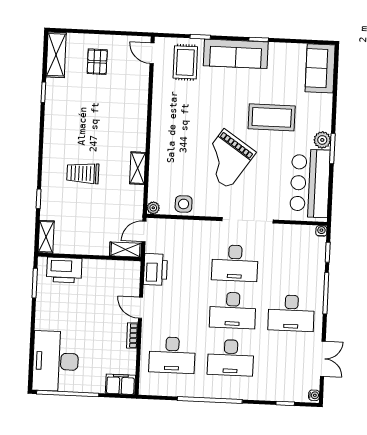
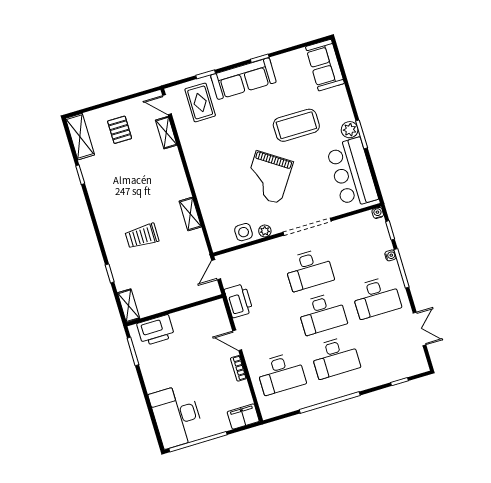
plant: (153, 208) -> (265, 231), moved
shelving: (126, 250) -> (166, 133), moved, turned 90
water cooler: (314, 395) -> (390, 255), moved

